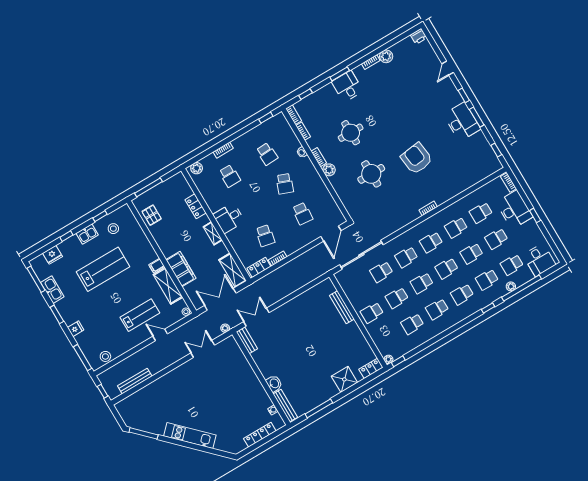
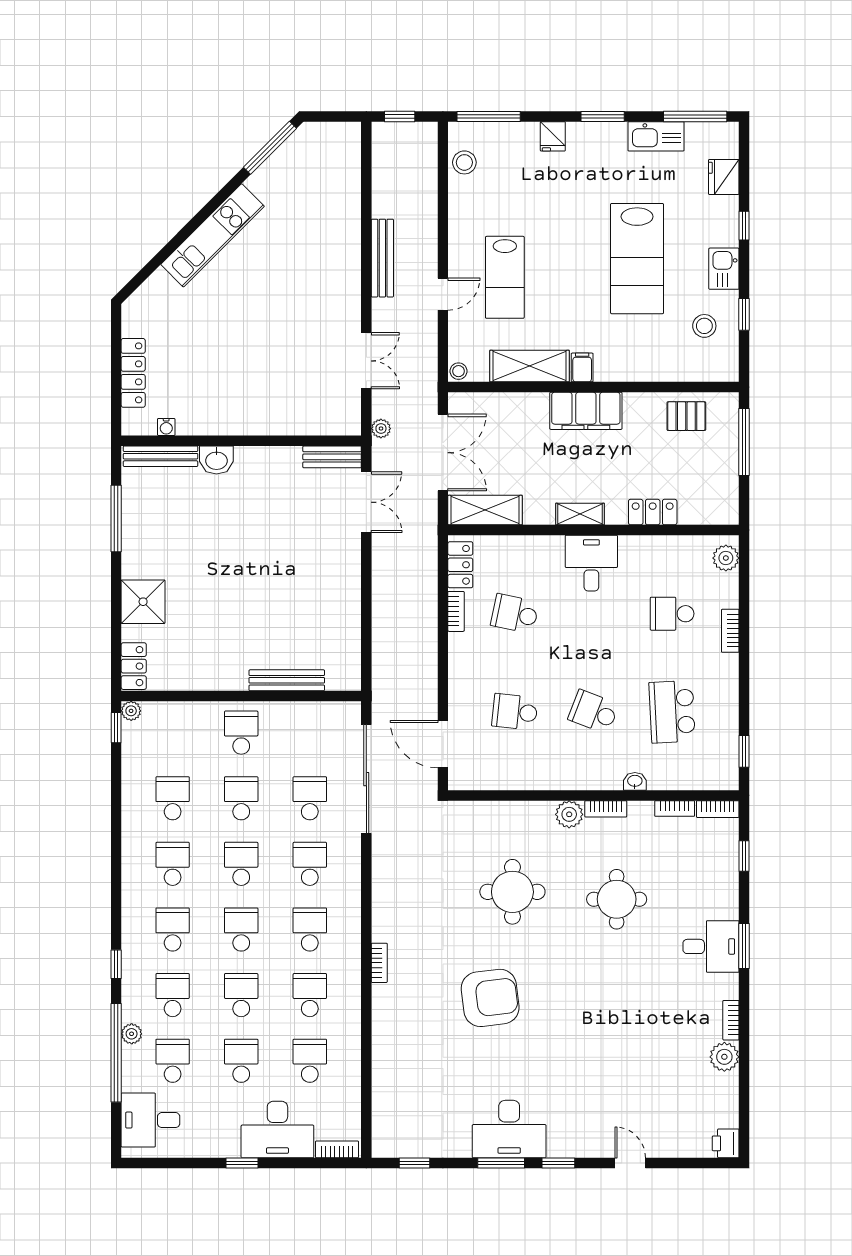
school desk: (267, 154) -> (672, 712), width x1.85
filing cabinet: (181, 269) -> (586, 411), moved
bench: (135, 381) -> (382, 258), moved

